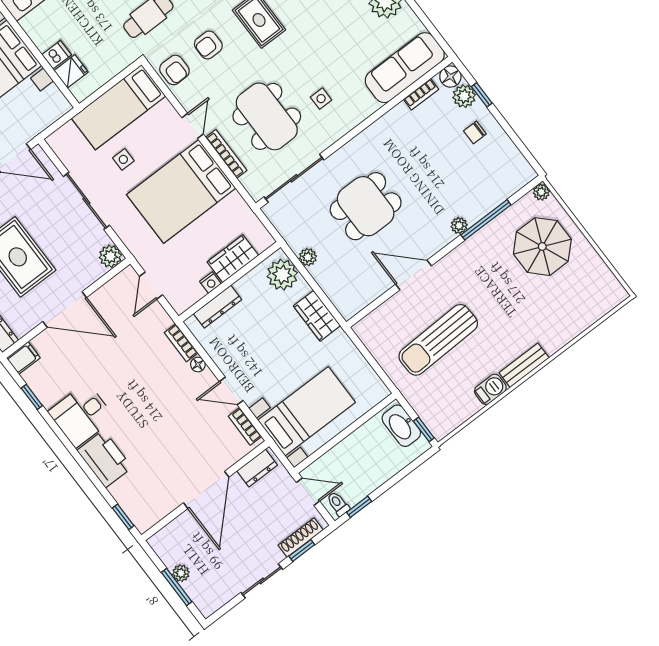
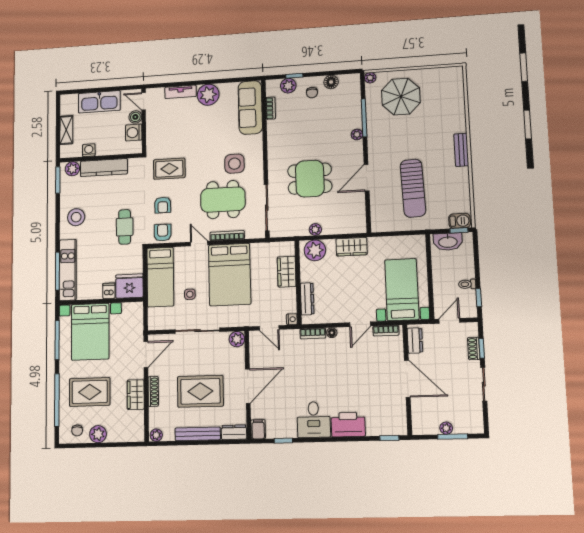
armchair: (174, 70) -> (163, 233), turned -90
fridge: (71, 71) -> (129, 286), width x1.88, depth x1.34
floor lamp: (450, 77) -> (331, 82), moved
side table: (321, 99) -> (234, 164), width x1.87, depth x1.87
dining table: (366, 206) -> (310, 179), turned 90
nightstand: (210, 283) -> (292, 319), moved
barbecue: (490, 389) -> (460, 221), moved, turned 90
toilet: (338, 504) -> (467, 284), moved
shoe rack: (301, 537) -> (474, 349), width x0.70

